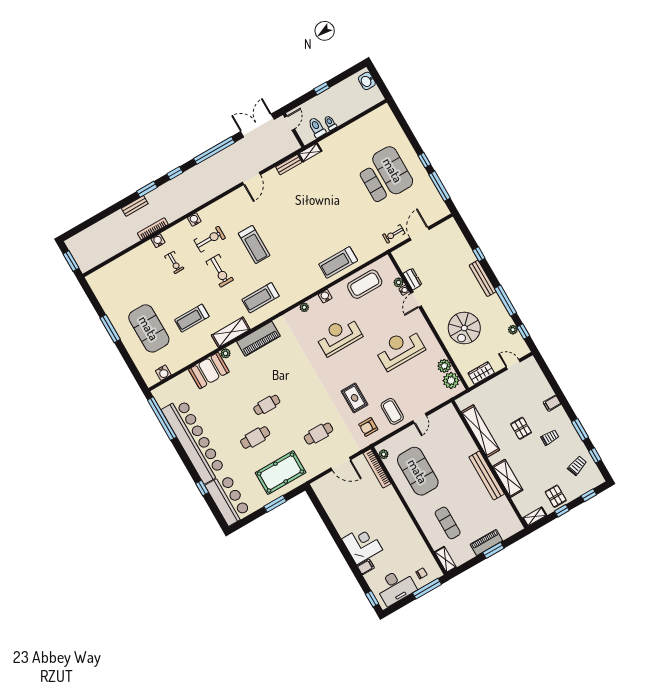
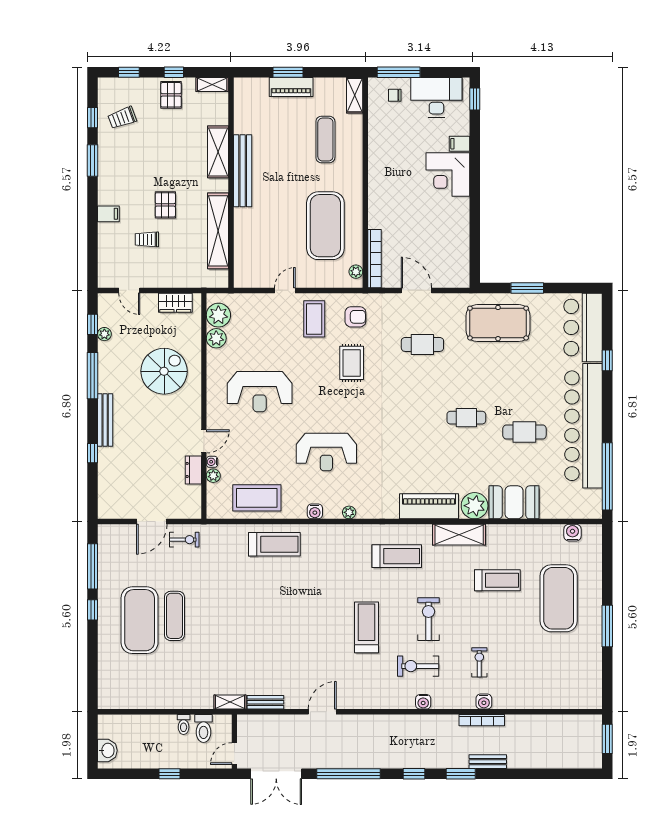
plant: (226, 353) -> (475, 506), width x1.87, depth x1.87
trolley: (550, 437) -> (147, 239), moved
cafe table: (255, 438) -> (524, 432), moved

